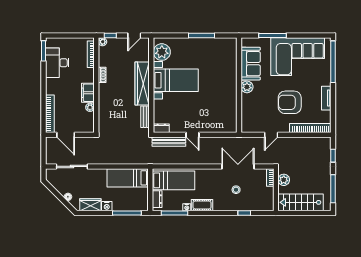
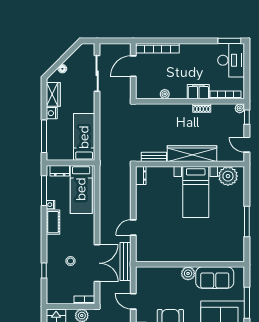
desk: (57, 63) -> (231, 60), moved, turned 90
filing cabinet: (88, 93) -> (198, 92), moved
door: (192, 135) -> (133, 227), moved
bench: (169, 142) -> (126, 262), moved

